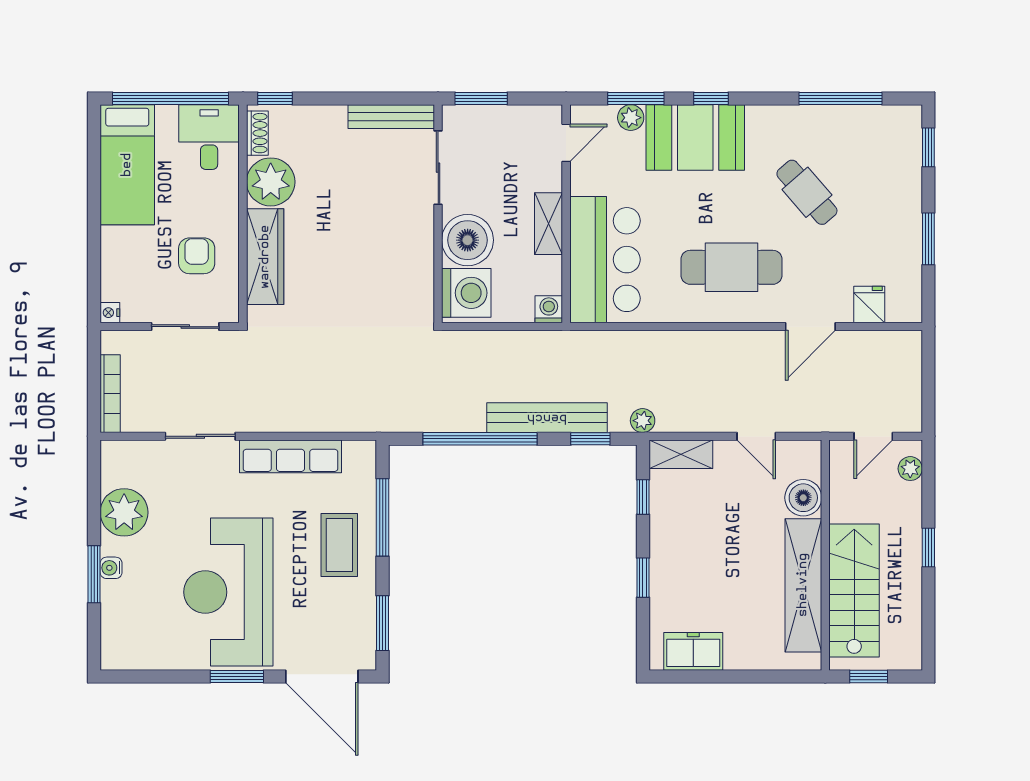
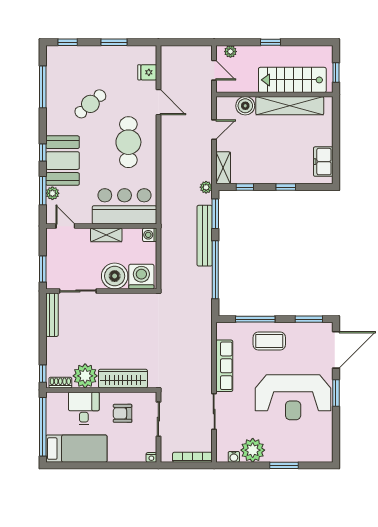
desk: (209, 137) -> (84, 408), moved, turned 90
window: (590, 439) -> (215, 214), width x1.50
water cooler: (111, 568) -> (234, 457), moved

